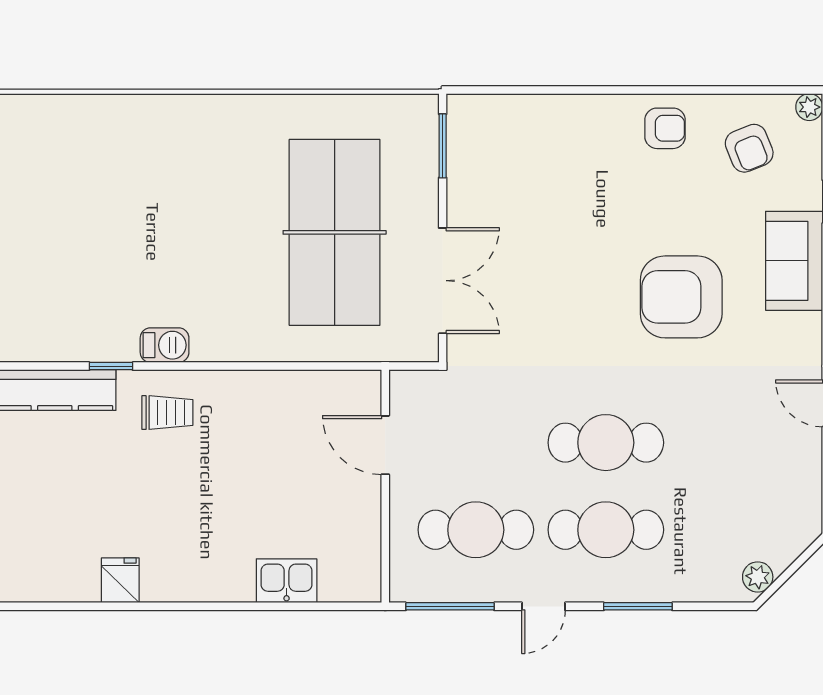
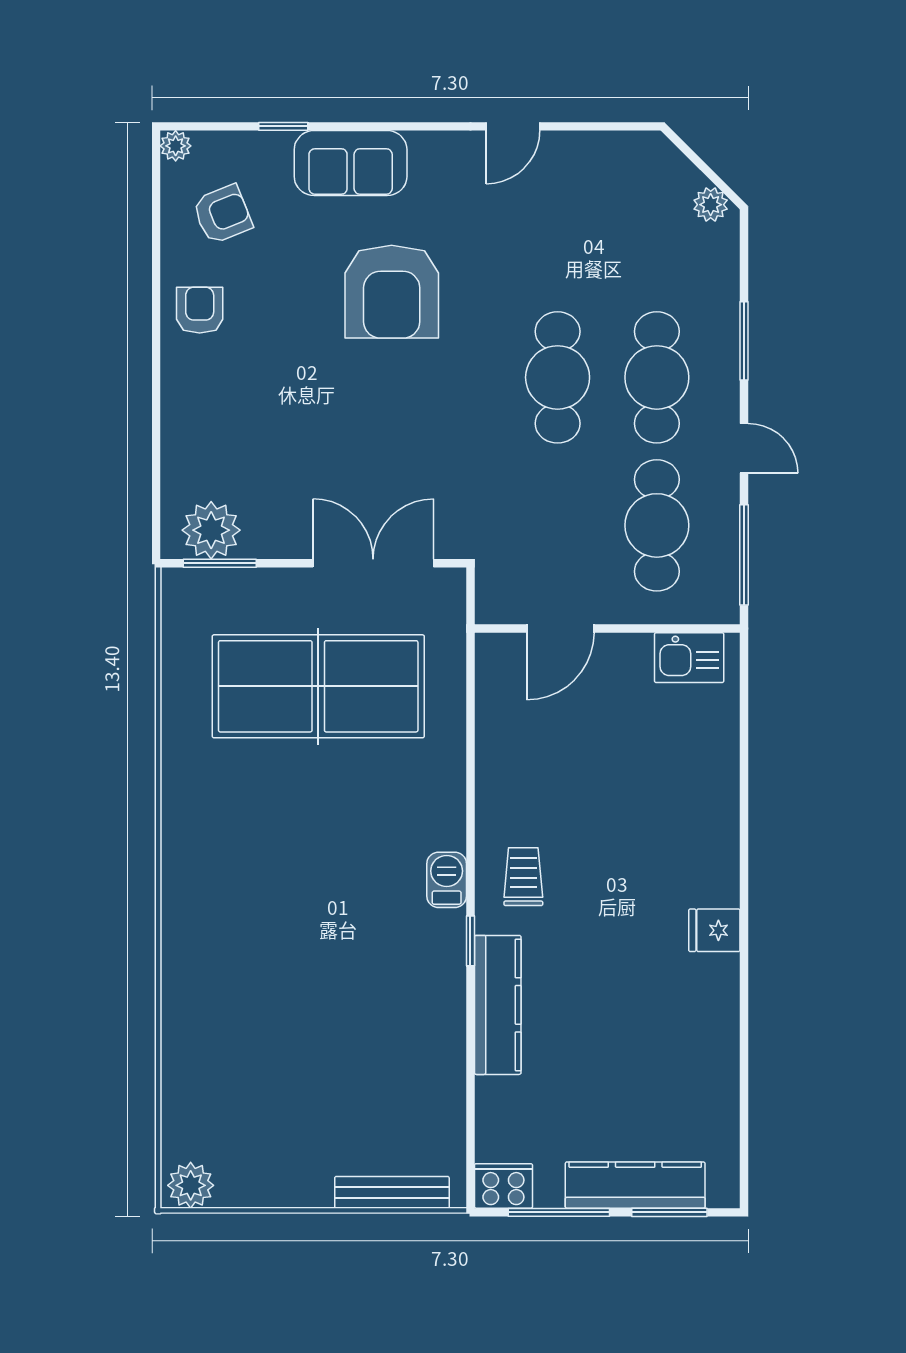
plant: (472, 138) -> (211, 530), added
kitchen sink: (287, 581) -> (689, 658), moved, turned -90

